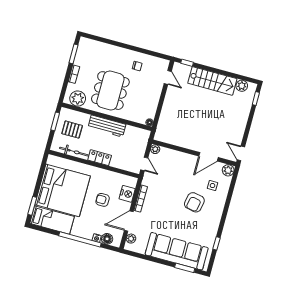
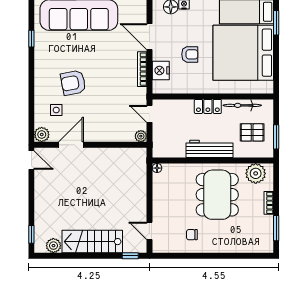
armchair: (194, 202) -> (73, 83), turned -112
door: (129, 221) -> (149, 37), swing flipped
plant: (131, 239) -> (141, 15), removed

